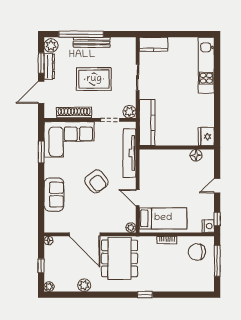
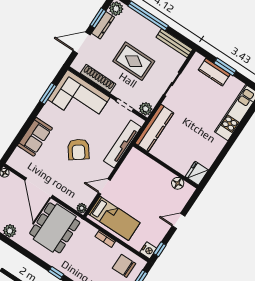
window: (172, 34) -> (225, 67), added
bench: (92, 42) -> (174, 43), moved
kitchen counter: (154, 44) -> (214, 72), moved
door: (138, 198) -> (104, 186), hinge flipped

